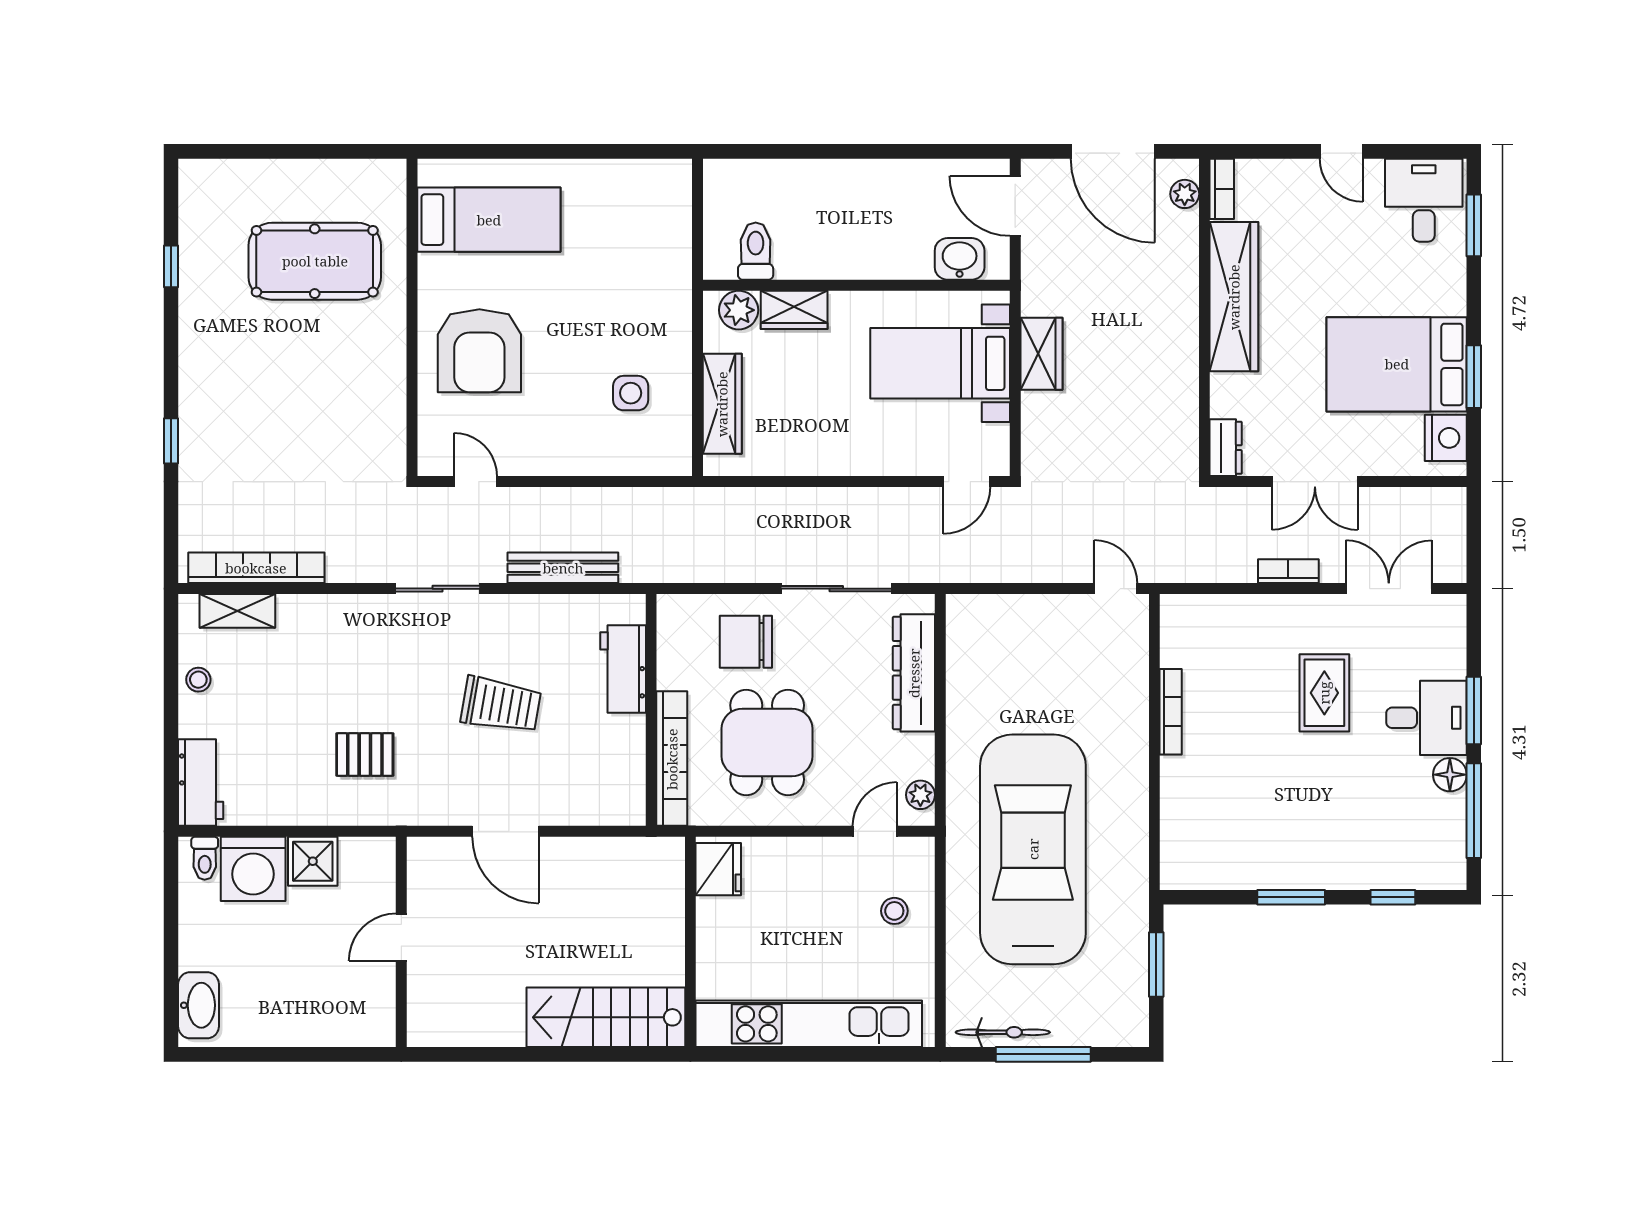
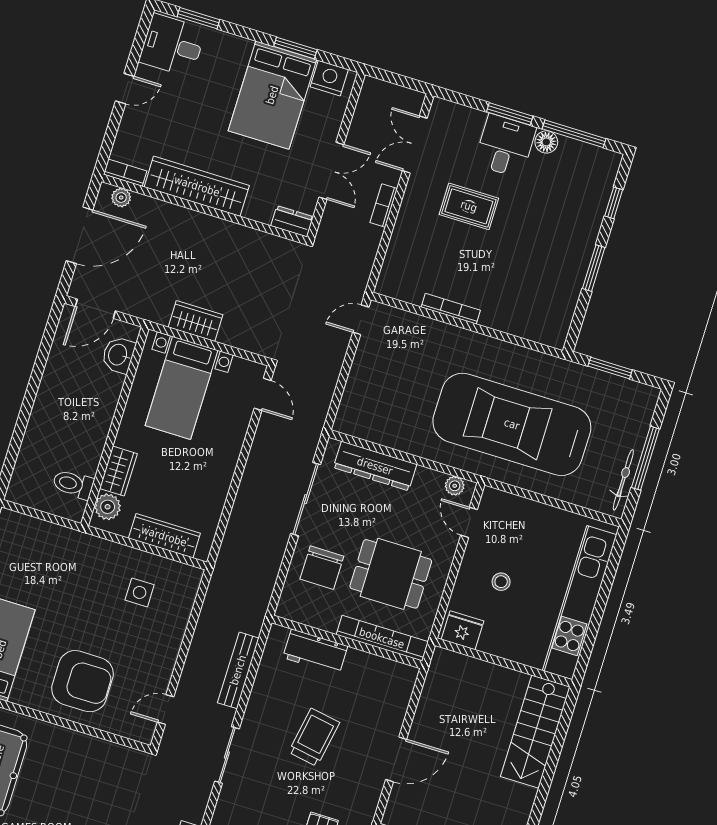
stool: (894, 911) -> (501, 582), moved

